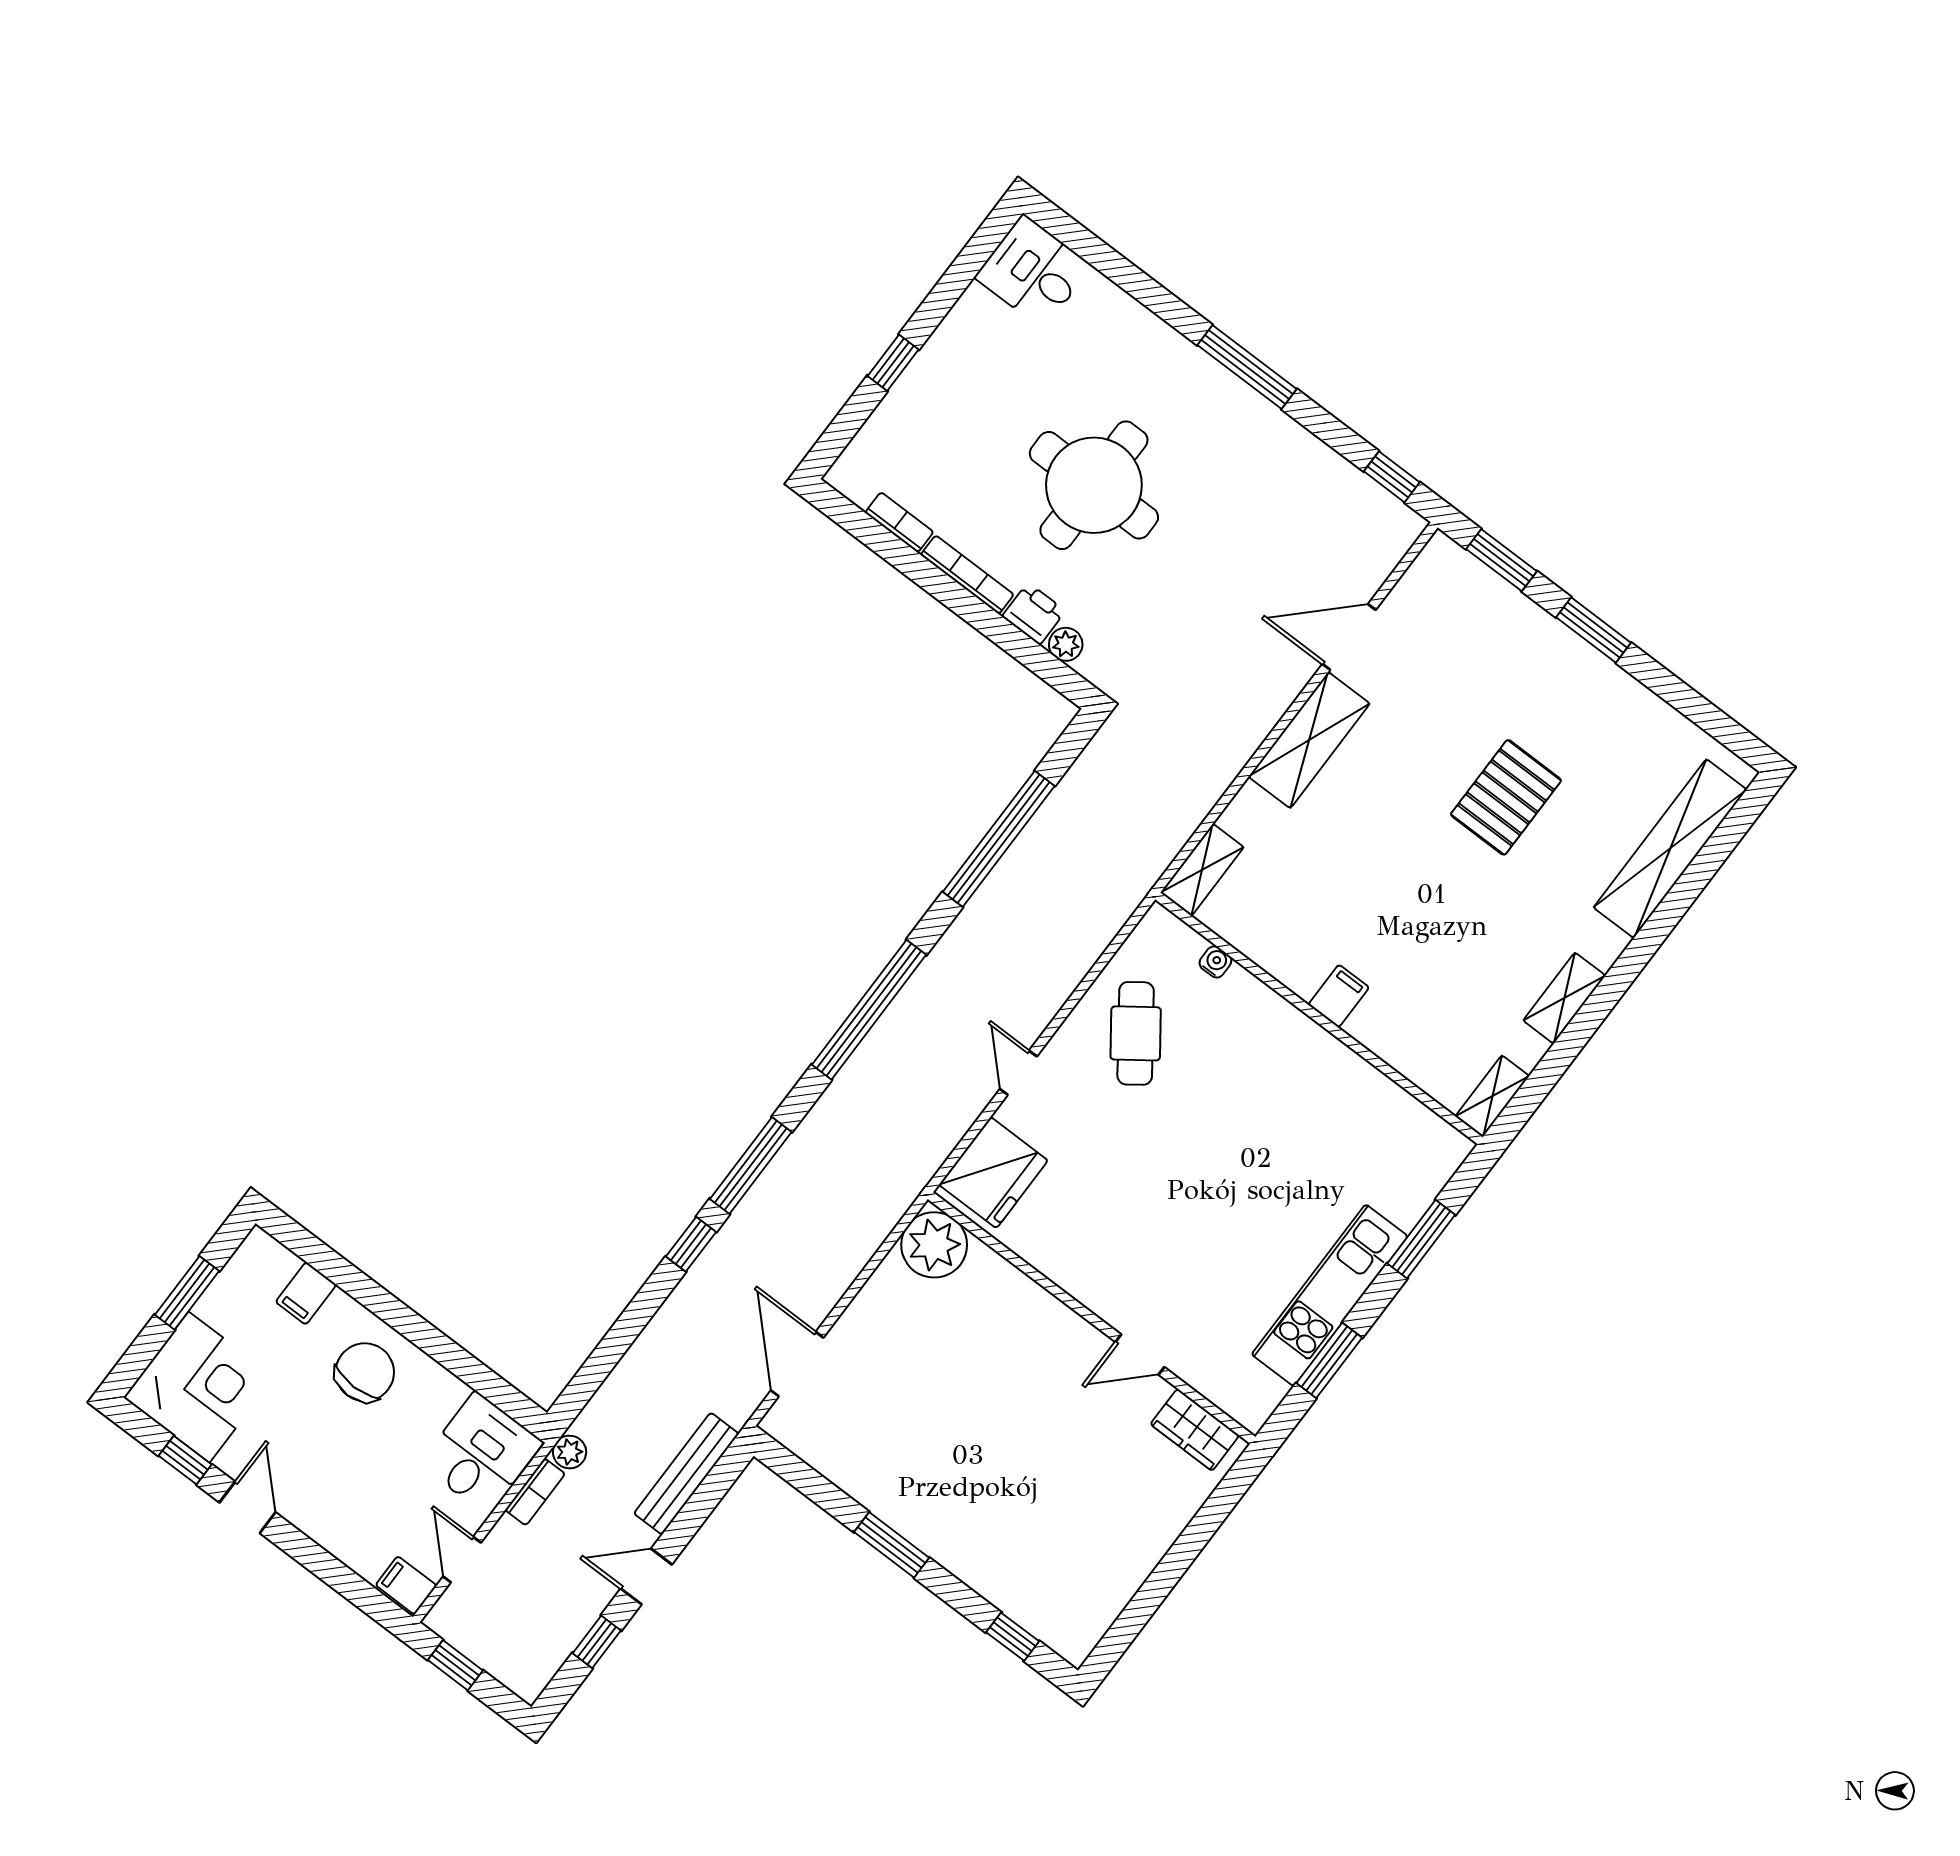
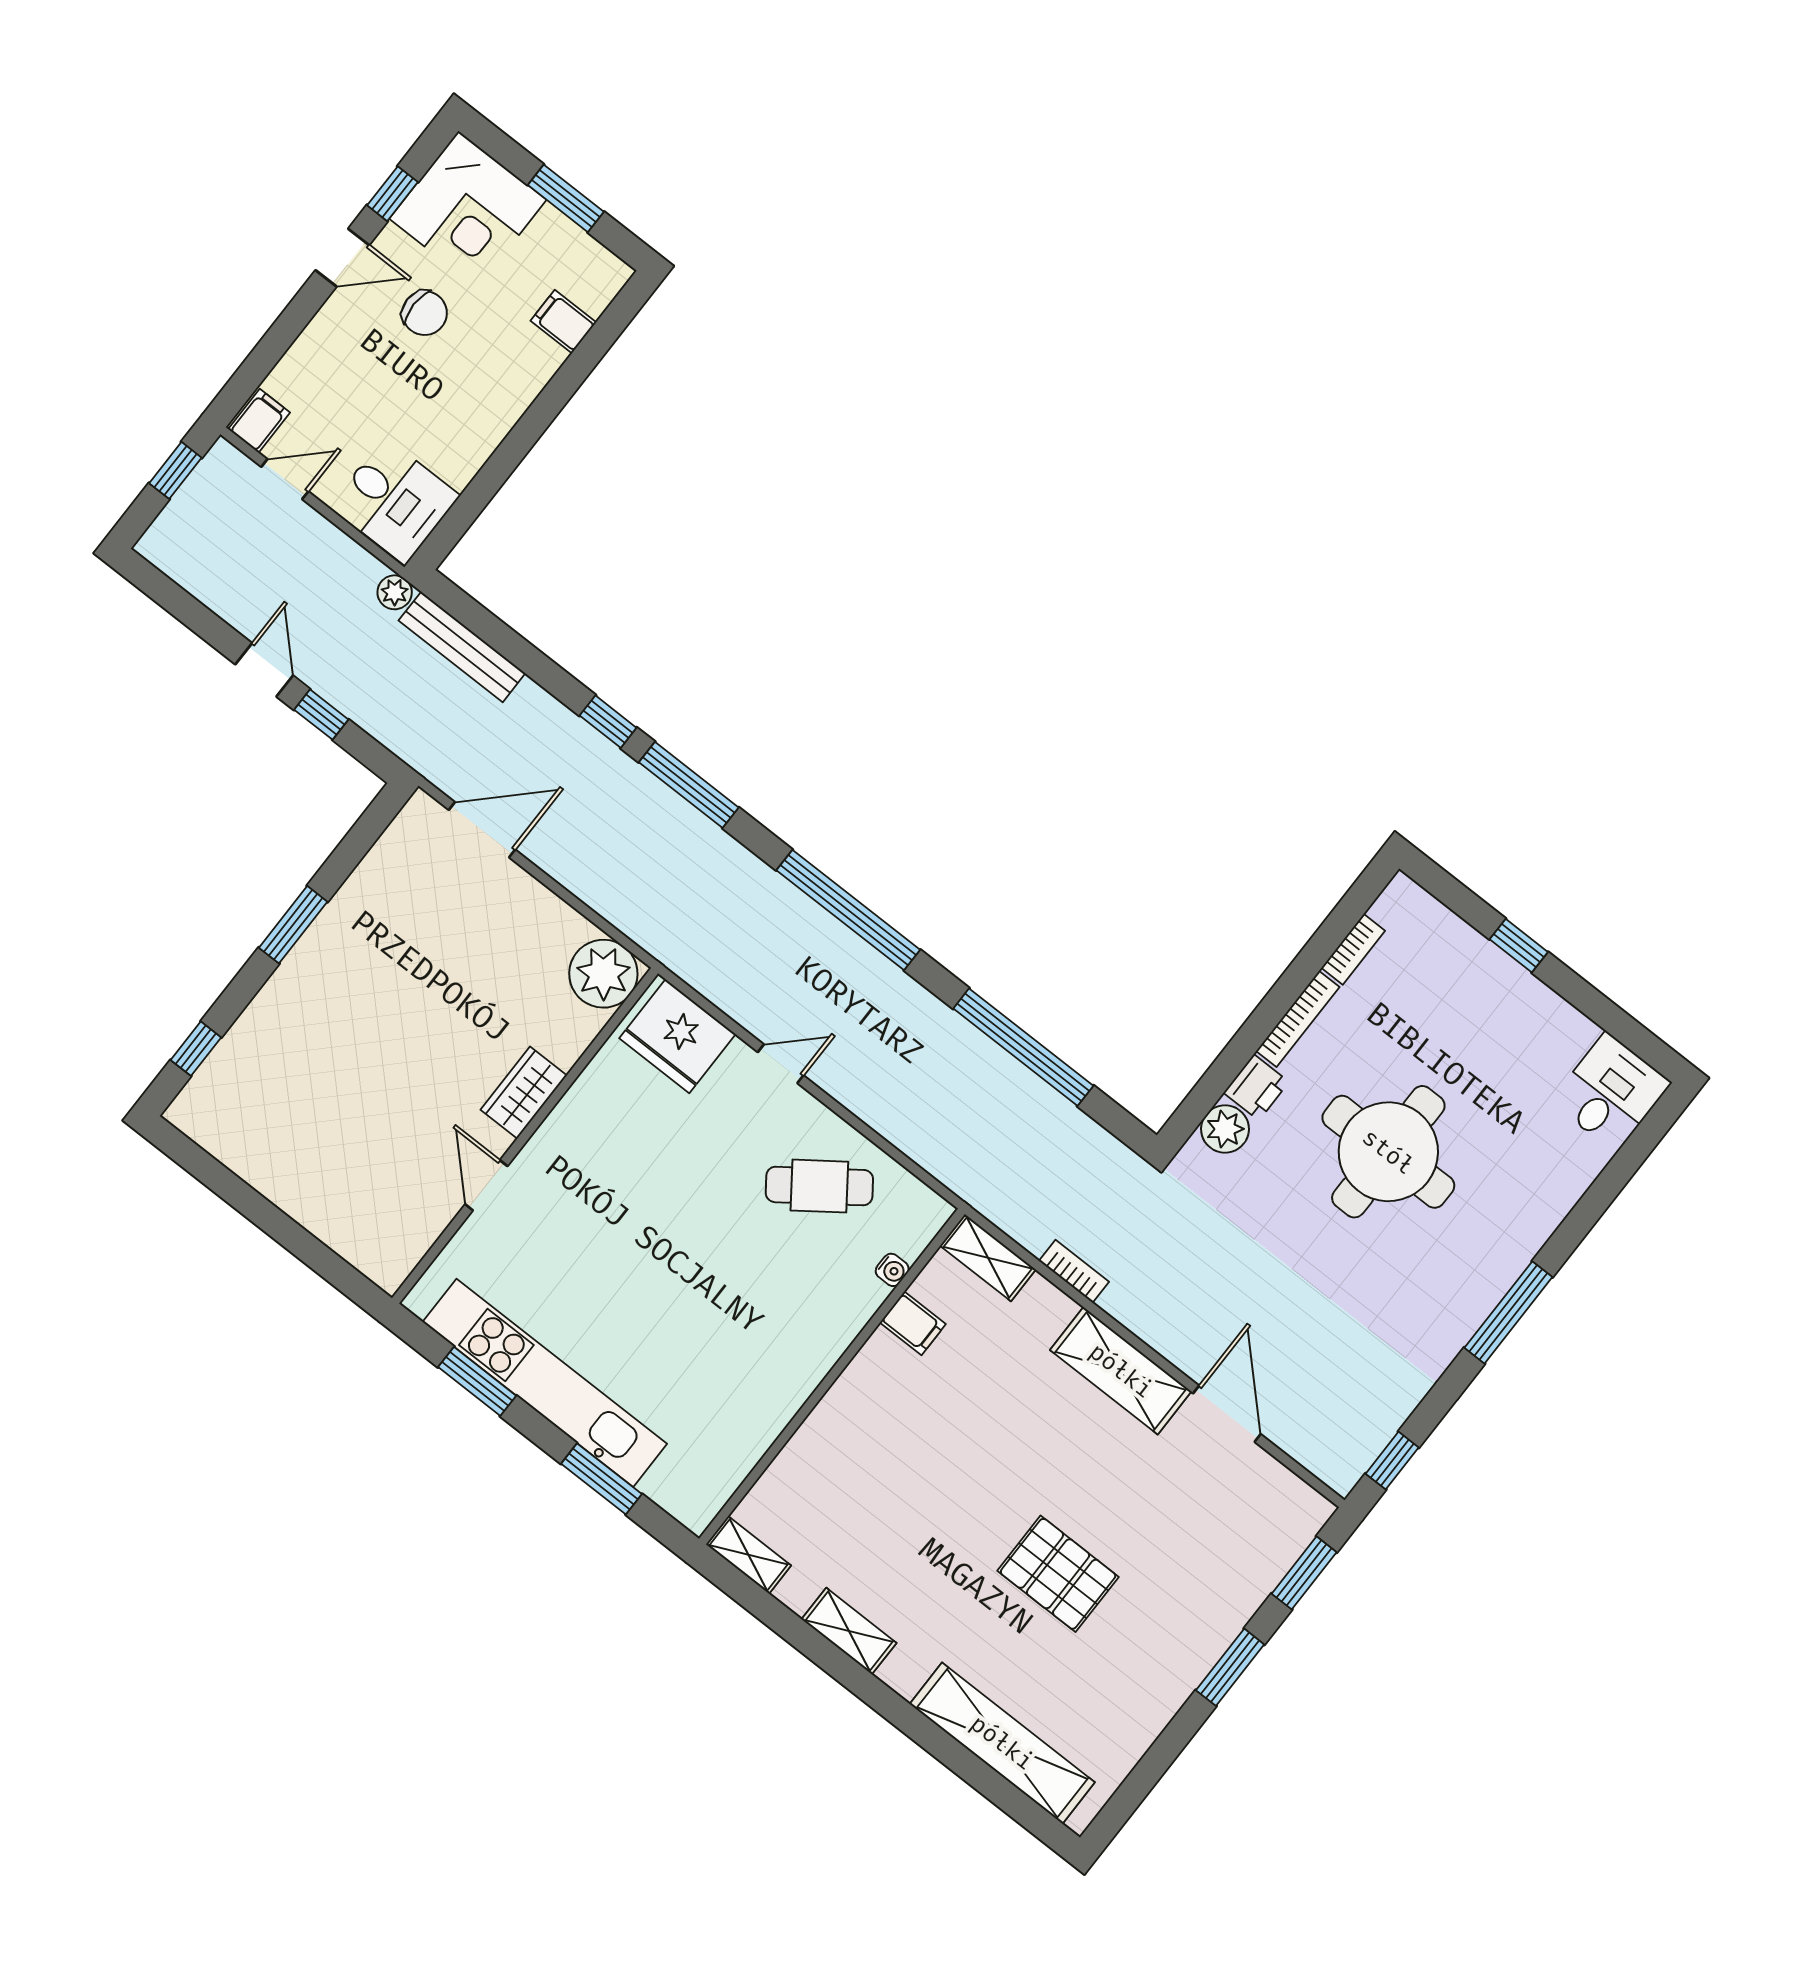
plant: (1066, 644) -> (1225, 1129), width x1.38, depth x1.38
filing cabinet: (1339, 996) -> (913, 1323), moved
kitchen unit: (1330, 1295) -> (545, 1383), width x1.36
chair: (365, 1372) -> (425, 313), moved, width x0.73, depth x0.73
wardrobe: (1195, 1430) -> (524, 1093), moved
bench: (686, 1474) -> (462, 647), moved
bookcase: (535, 1492) -> (1074, 1271), moved, turned 180
window: (597, 1642) -> (321, 715), moved

